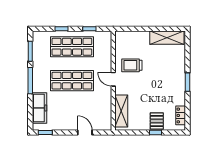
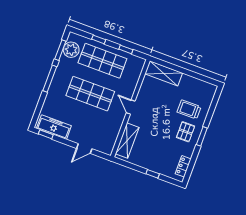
shelving: (167, 38) -> (164, 73), moved
plant: (40, 47) -> (71, 50), added
trolley: (132, 65) -> (189, 109), moved
freezer: (39, 108) -> (54, 127), moved, turned -90
pallet: (157, 121) -> (186, 132), moved
door: (85, 133) -> (84, 149), swing flipped

